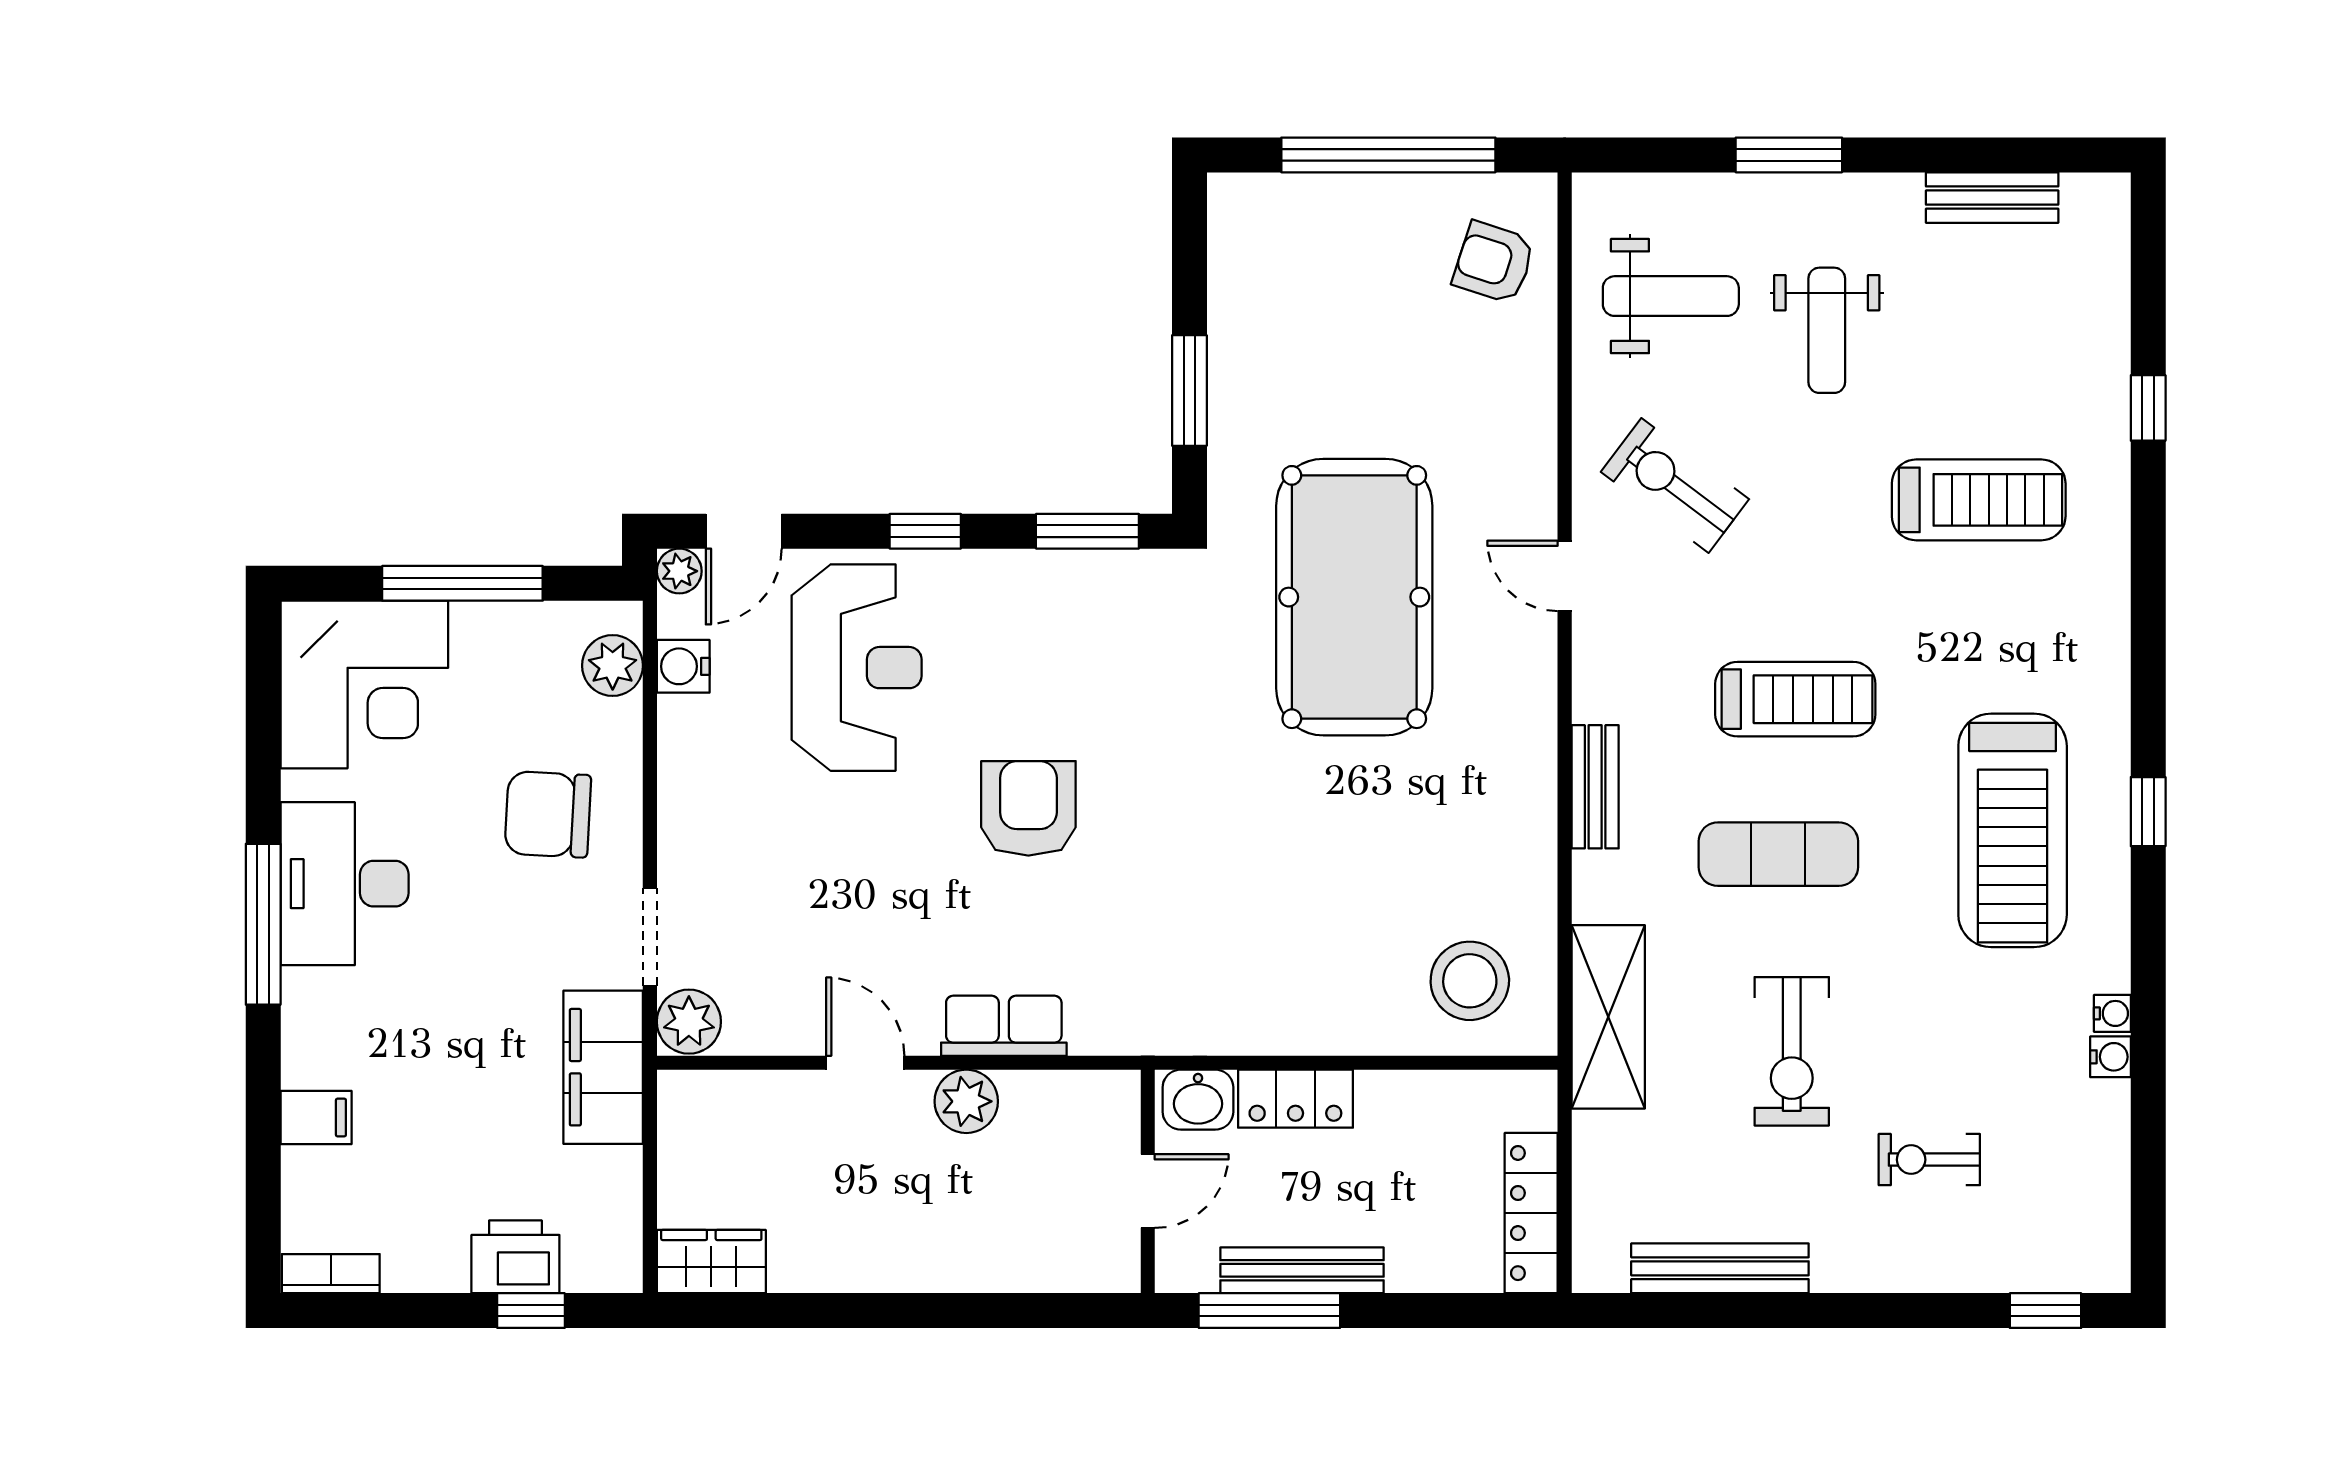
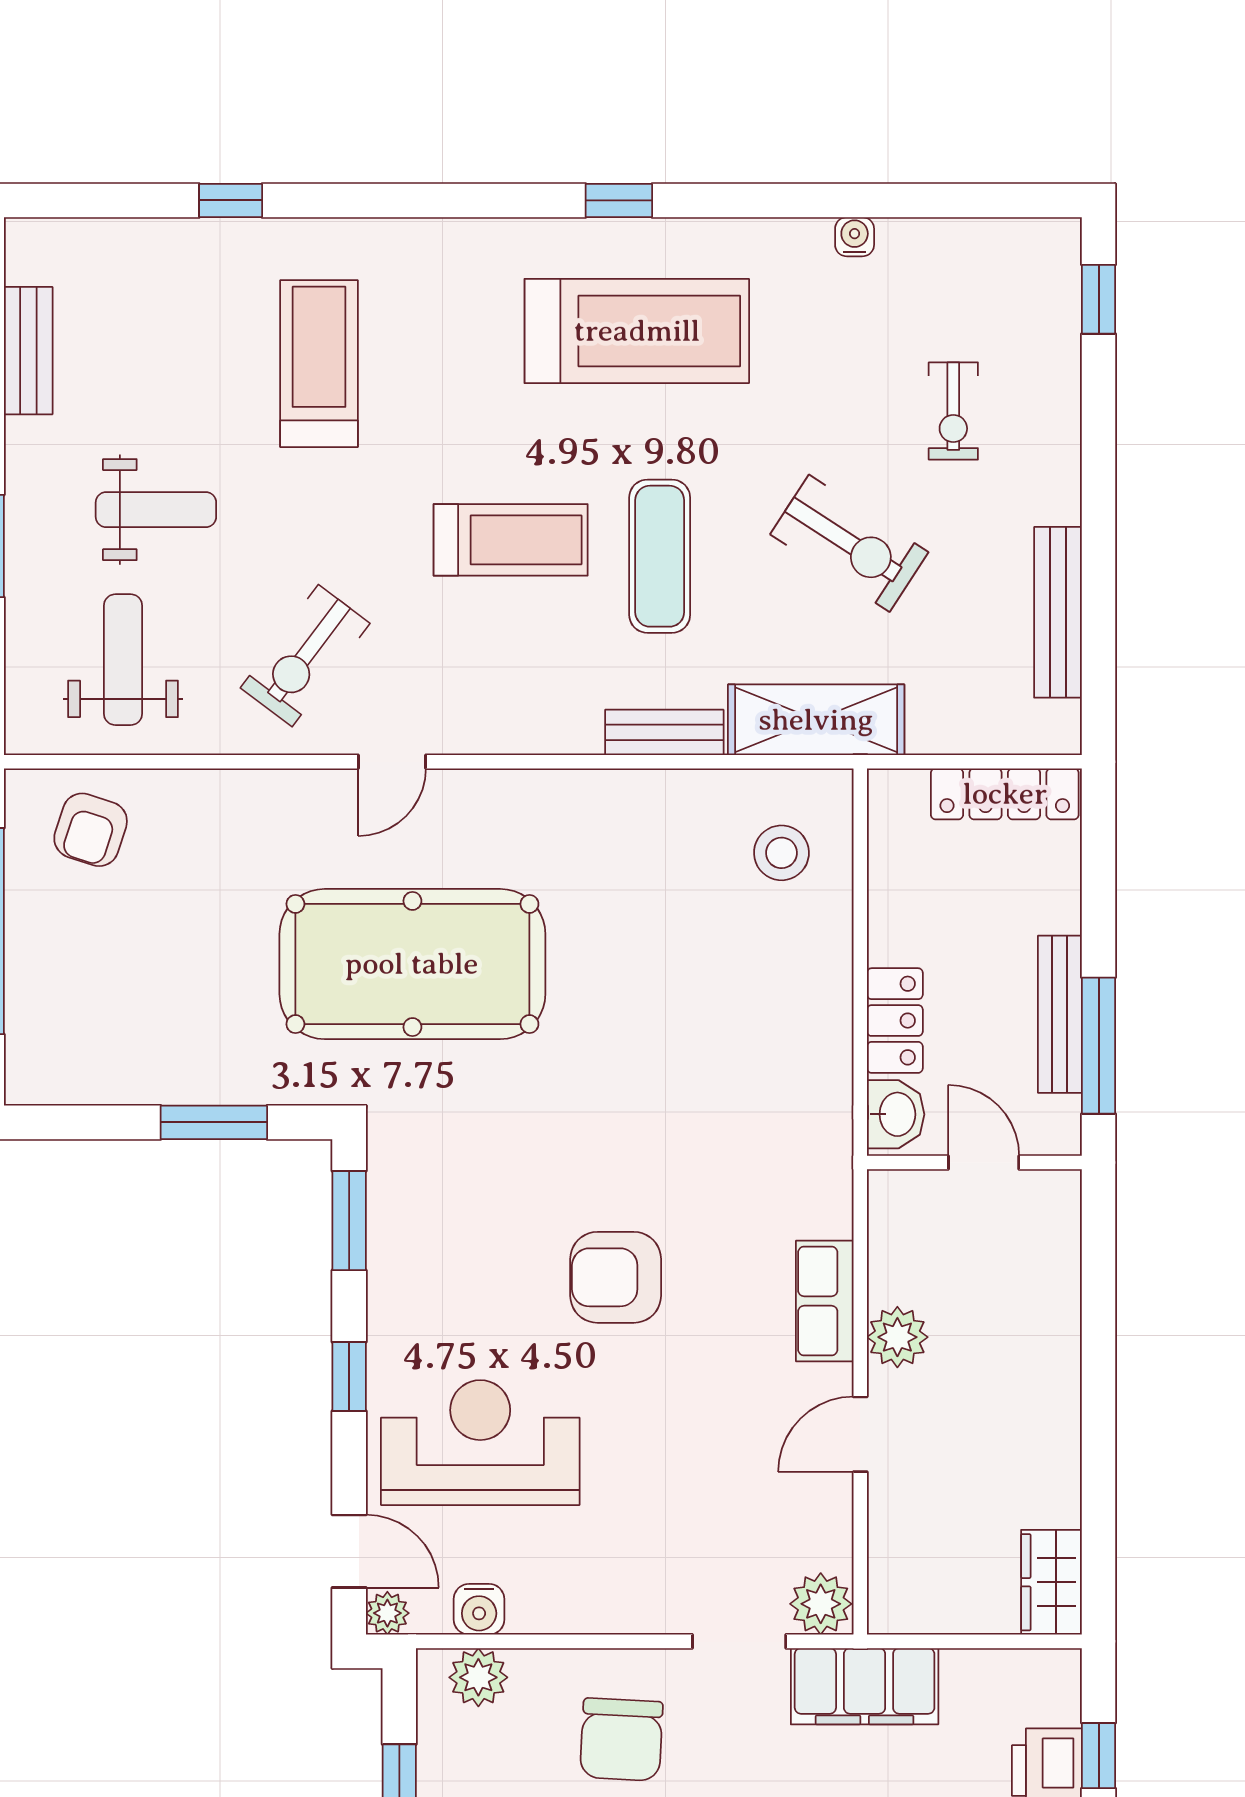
treadmill: (1795, 699) -> (511, 540), turned 90
bench: (1595, 787) -> (664, 732), moved
stool: (1470, 981) -> (781, 853), width x0.73, depth x0.73
water cooler: (2112, 1013) -> (813, 235), removed
exercise bike: (1792, 1051) -> (849, 543), turned 33

